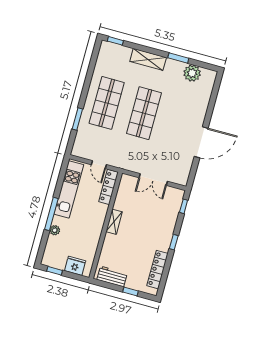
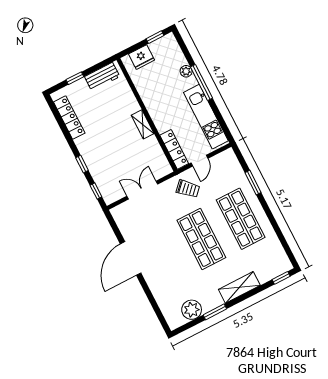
trolley: (123, 153) -> (188, 189), added
door: (99, 165) -> (200, 161), swing flipped
window: (174, 242) -> (82, 164), moved

